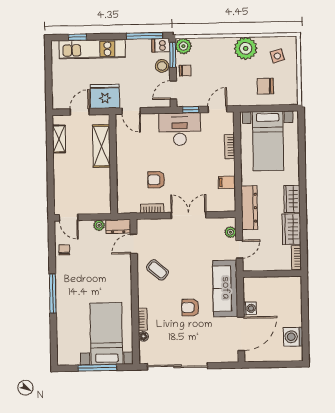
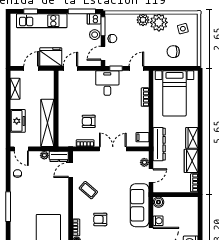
plant: (183, 46) -> (143, 20), moved
door: (131, 111) -> (70, 68), swing flipped
desk: (180, 129) -> (107, 83), width x0.73
shelving: (101, 146) -> (47, 123), moved, width x1.47
freezer: (63, 181) -> (18, 121), added
filing cabinet: (227, 182) -> (142, 137), moved
boiler: (250, 284) -> (158, 202), added
armchair: (190, 308) -> (100, 219), moved

